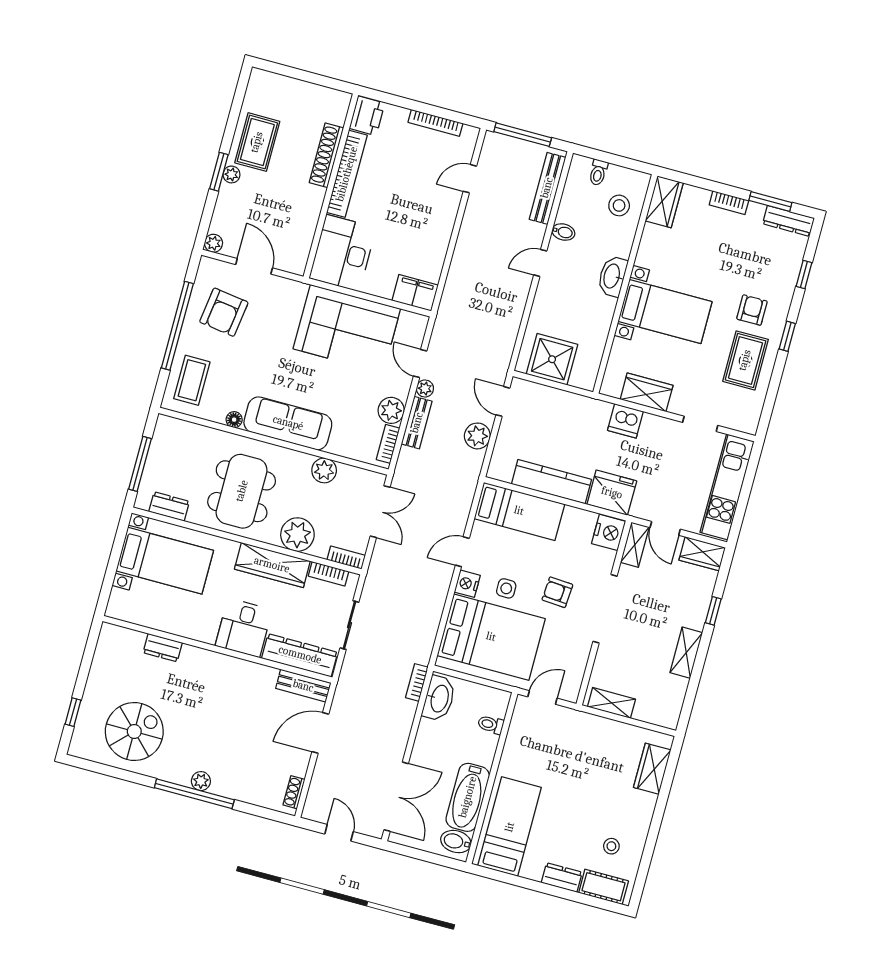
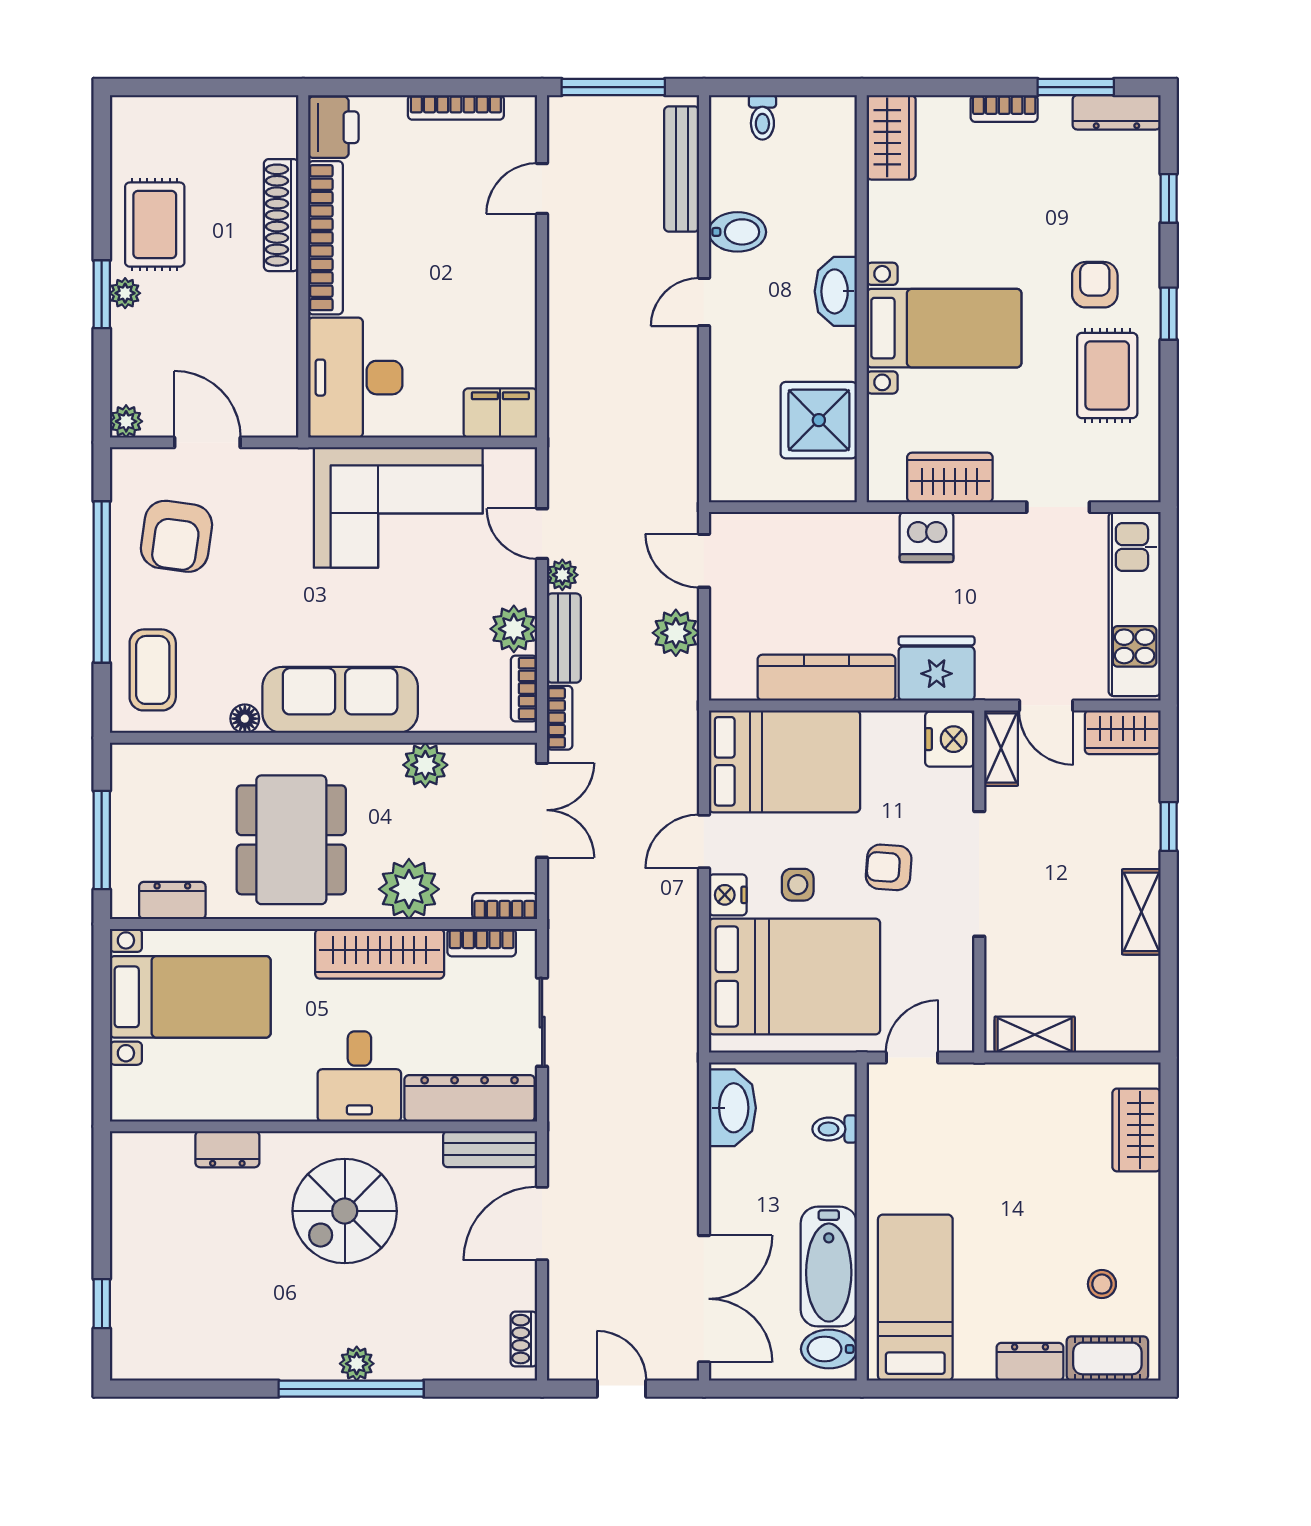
stool: (619, 205) -> (814, 165), removed
bidet: (563, 232) -> (737, 232), width x1.38, depth x1.36
shower: (552, 359) -> (819, 420), moved
bed: (519, 511) -> (784, 761), width x1.50
bookcase: (417, 682) -> (560, 718), moved, turned 180
spiral stairs: (134, 731) -> (345, 1211), moved, turned 180

